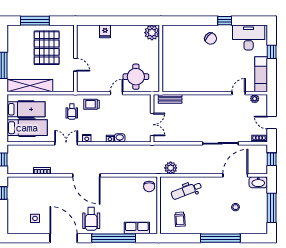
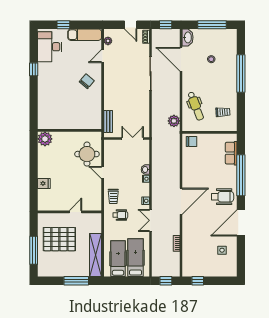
chair: (211, 39) -> (87, 81), moved
door: (239, 93) -> (103, 56), hinge flipped
door: (272, 123) -> (131, 25), hinge flipped

